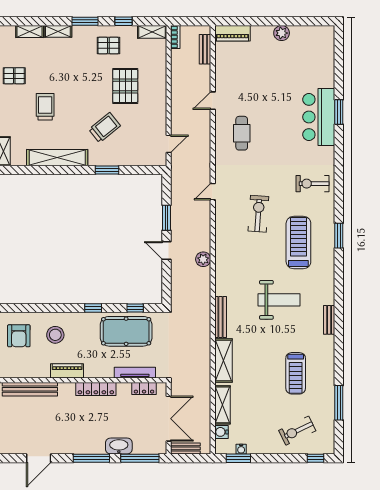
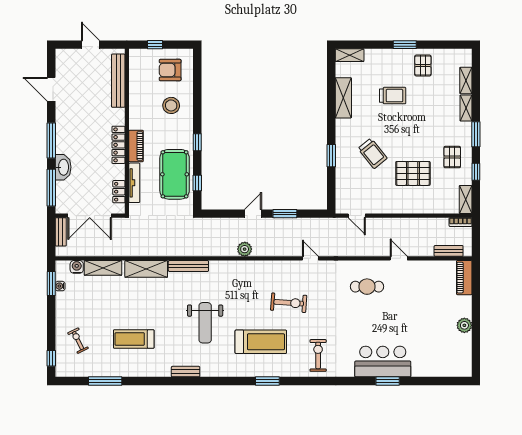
shelving: (57, 158) -> (343, 98), width x0.68
piano: (67, 371) -> (136, 146), moved
exercise bike: (297, 431) -> (78, 341), width x0.73, depth x0.72

